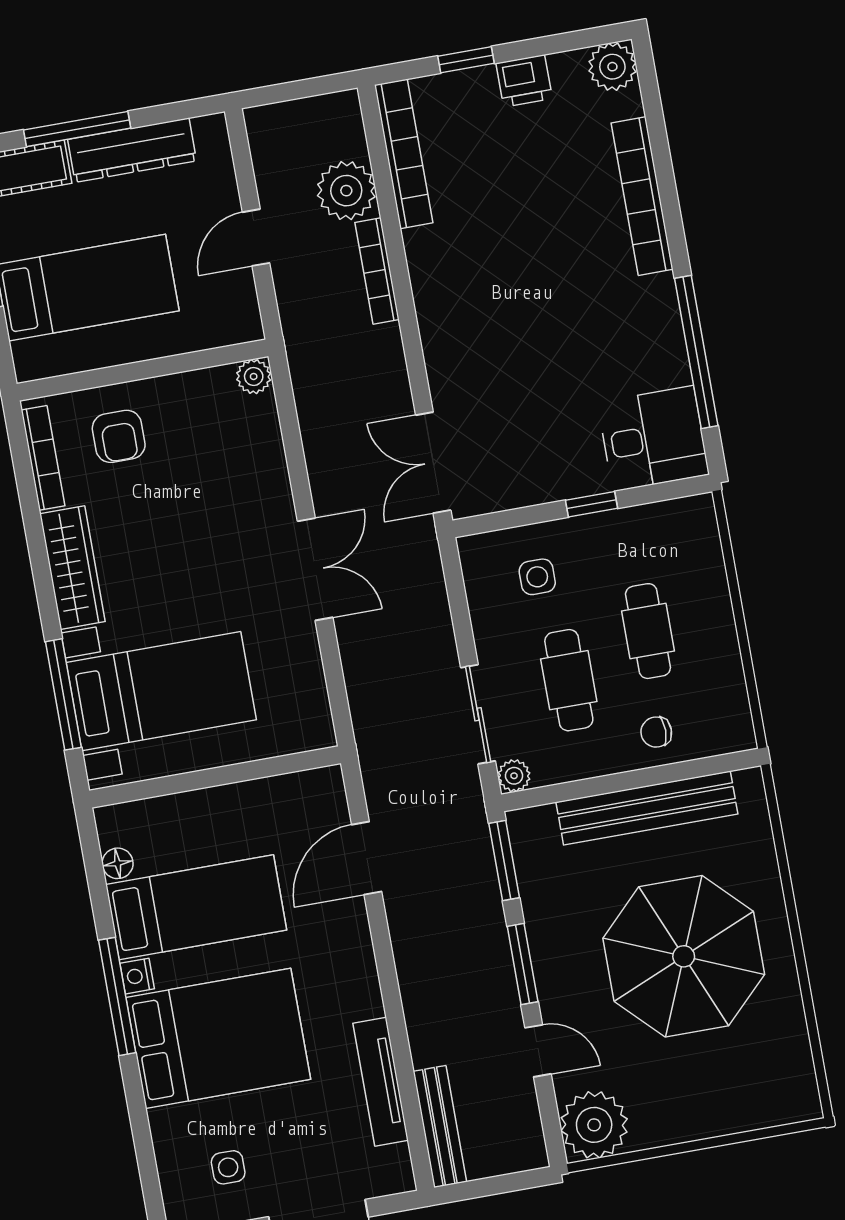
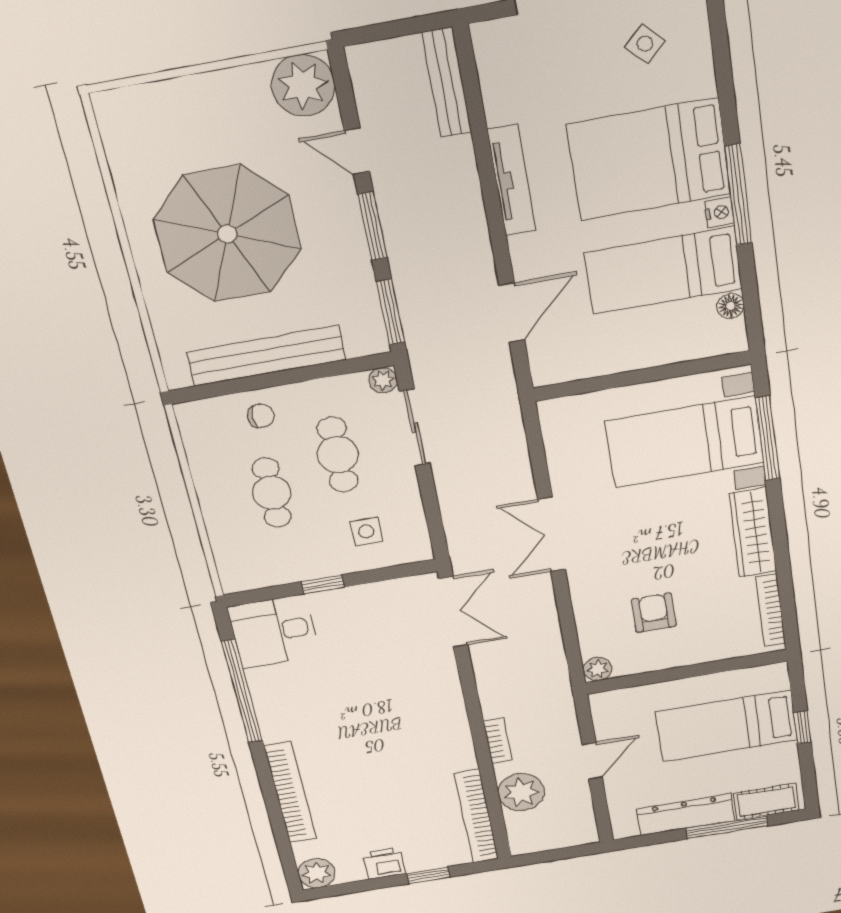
bookcase: (377, 271) -> (498, 741), width x0.64
armchair: (119, 436) -> (654, 613), moved
tv unit: (381, 1082) -> (511, 180), moved
side table: (228, 1167) -> (645, 44), turned 45

